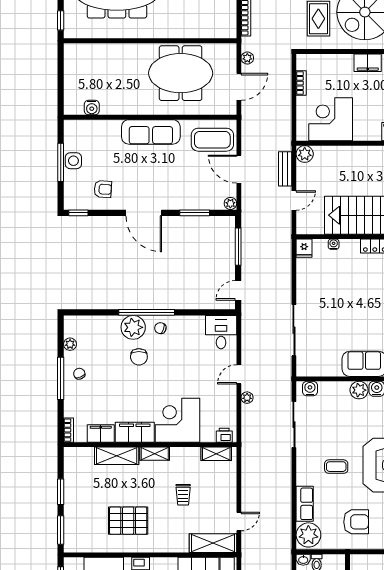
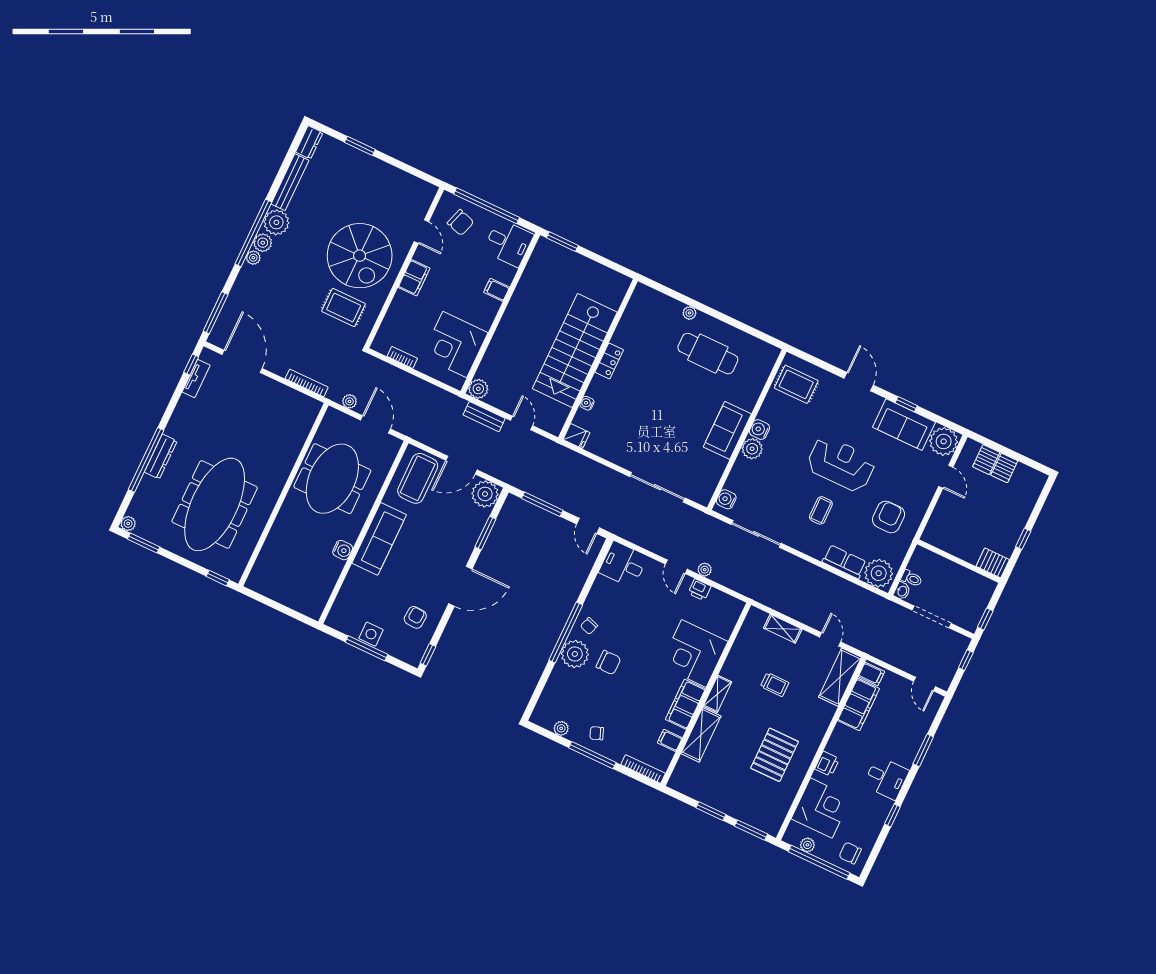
water cooler: (92, 108) -> (343, 550), moved
plant: (230, 203) -> (485, 494), width x1.87, depth x1.87
bookcase: (69, 430) -> (643, 769), width x1.56
filing cabinet: (101, 433) -> (670, 740), width x0.50
printer: (224, 435) -> (700, 590), moved, turned -90
shelving: (216, 454) -> (783, 629), moved, turned 90

